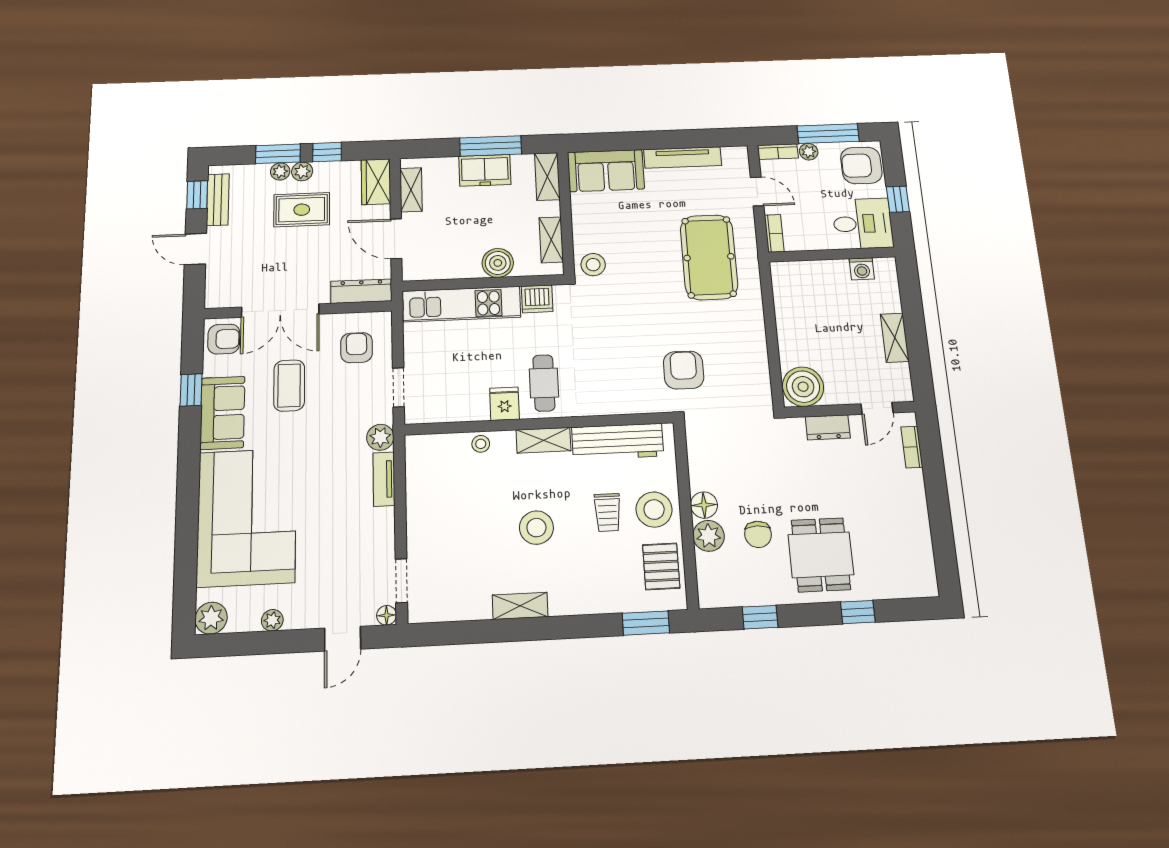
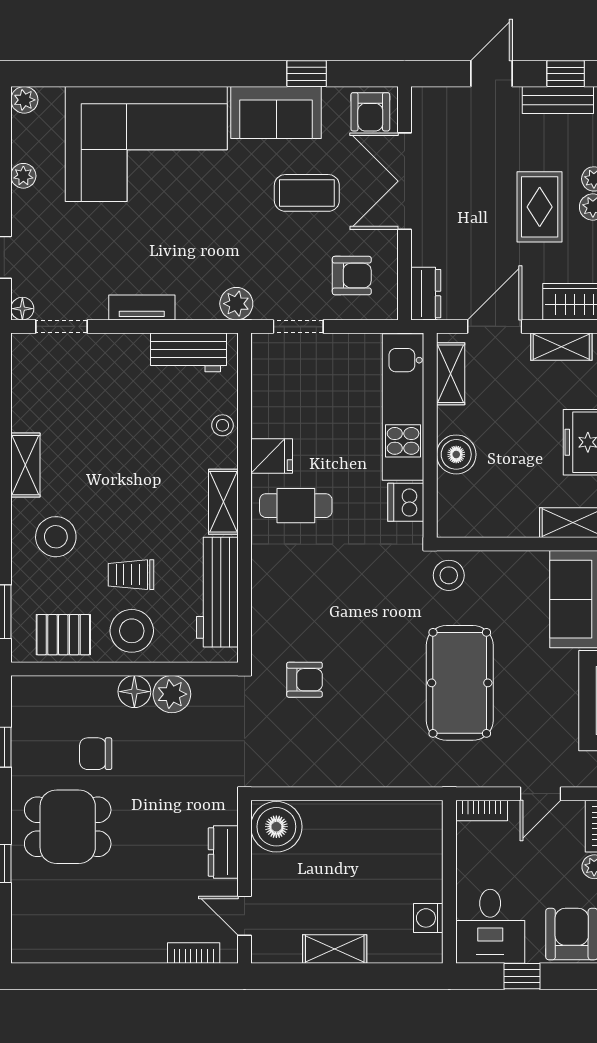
shelving: (551, 240) -> (451, 374), moved, turned 90
pool table: (709, 257) -> (460, 683), moved, turned 90
dresser: (361, 291) -> (426, 294), width x0.70
armchair: (684, 370) -> (304, 680), width x0.72, depth x0.72
workbench: (421, 474) -> (189, 352), added
tv unit: (384, 479) -> (142, 307), moved
stool: (536, 528) -> (56, 537), moved
plant: (709, 536) -> (172, 694), moved
plant: (211, 618) -> (24, 100), width x0.73, depth x0.73

